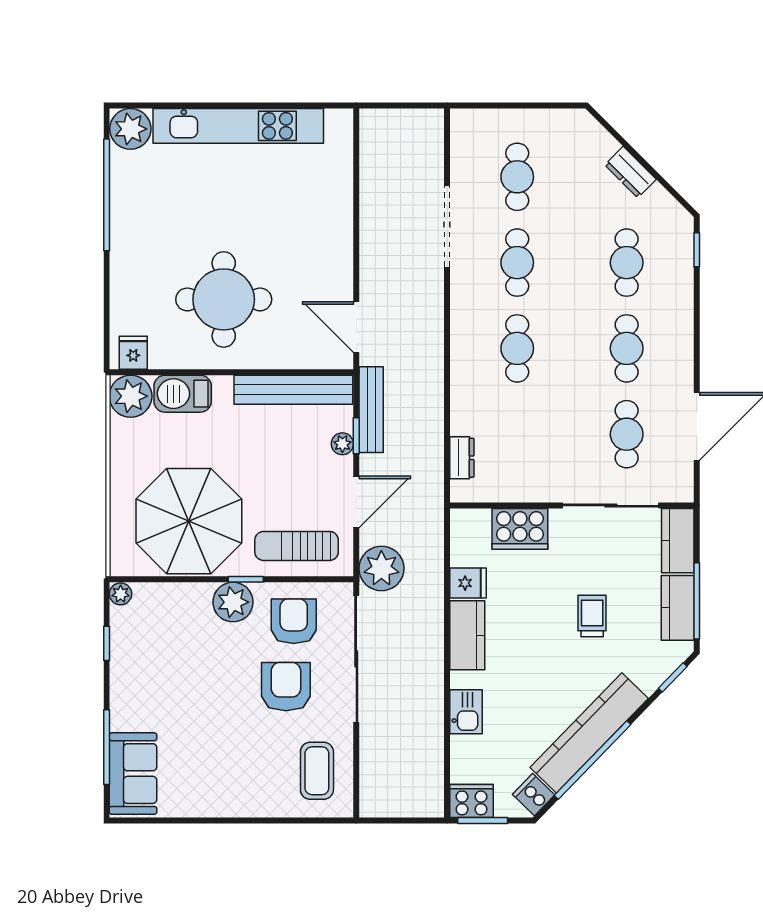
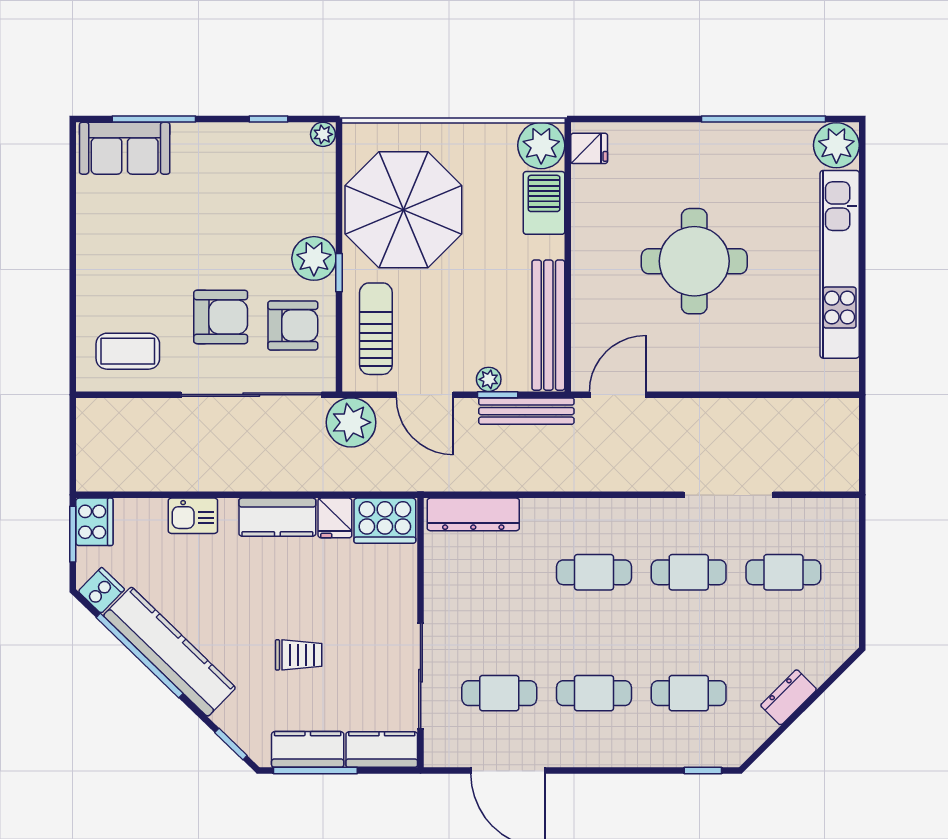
round table: (224, 299) -> (694, 261), moved
dresser: (462, 458) -> (473, 514), width x1.96, depth x1.24
cooker: (520, 529) -> (385, 521), moved, turned -90

